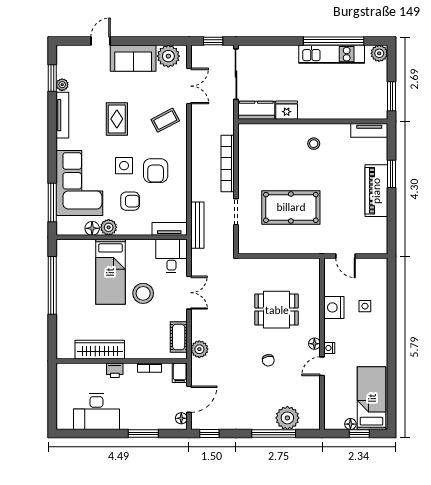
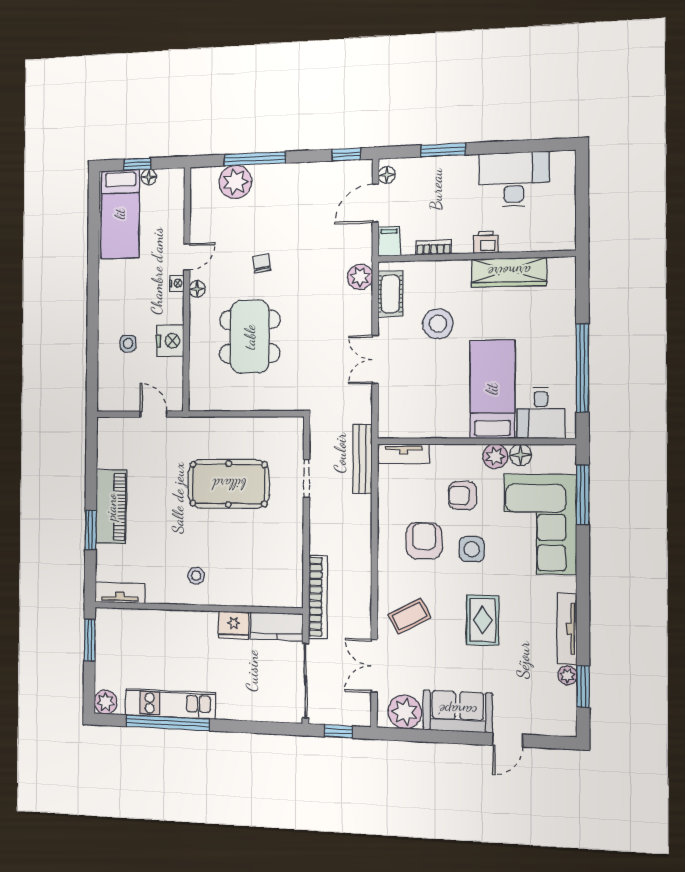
bookcase: (228, 164) -> (318, 597), moved
desk: (171, 256) -> (541, 413), moved
stool: (143, 293) -> (438, 324), moved
dining table: (277, 310) -> (250, 337), width x1.37

